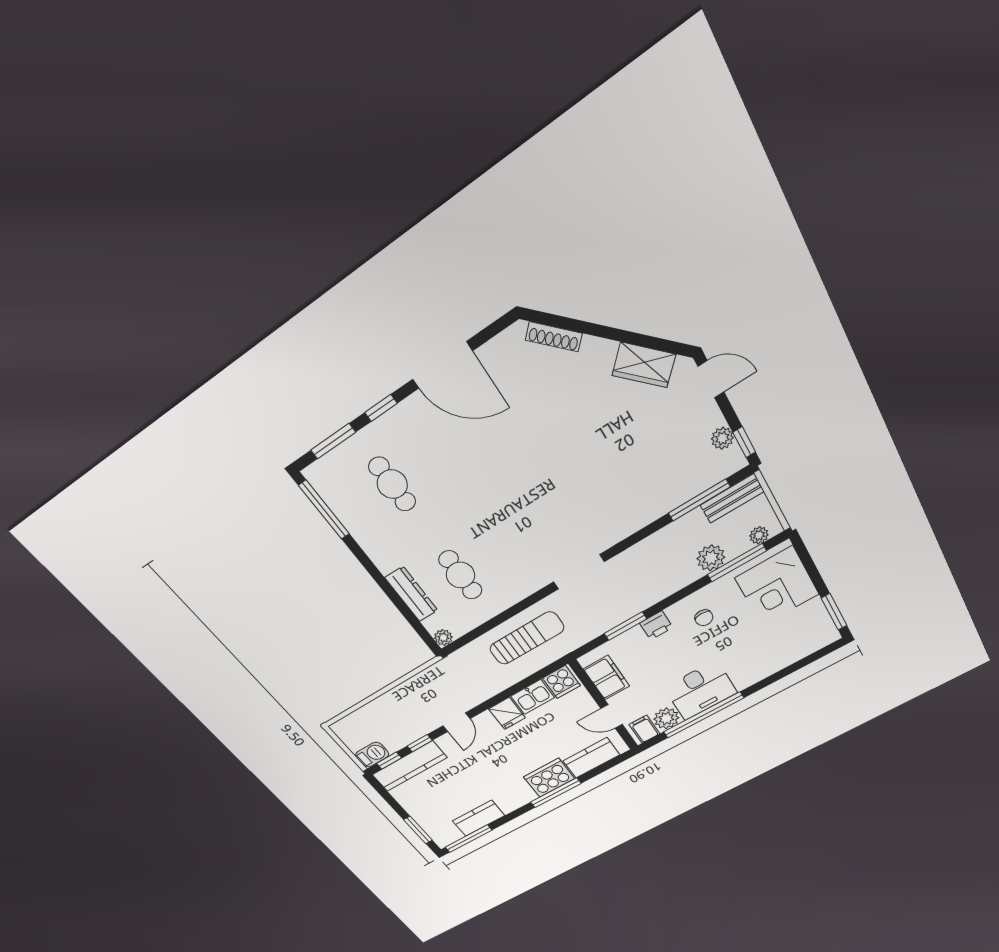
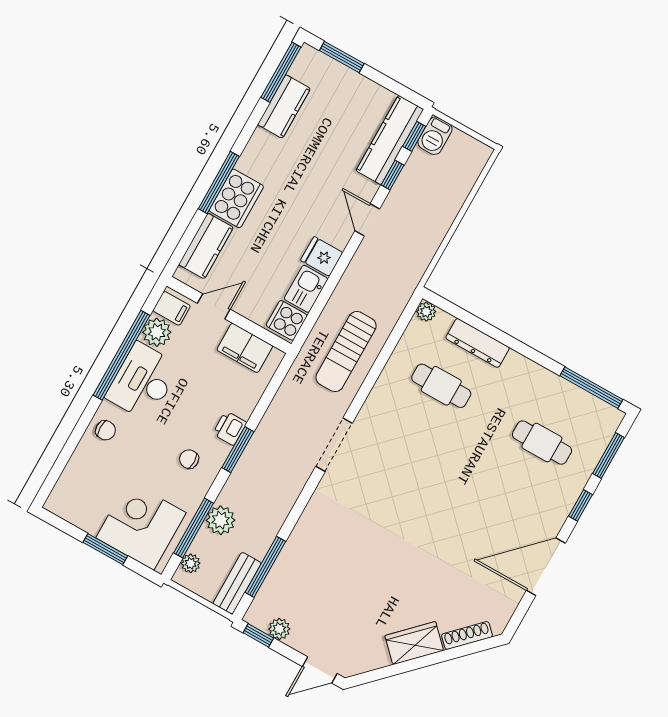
wardrobe: (644, 365) -> (414, 643), moved
window: (834, 612) -> (105, 549), moved
window: (625, 626) -> (238, 450), moved
chair: (753, 669) -> (106, 430), added

